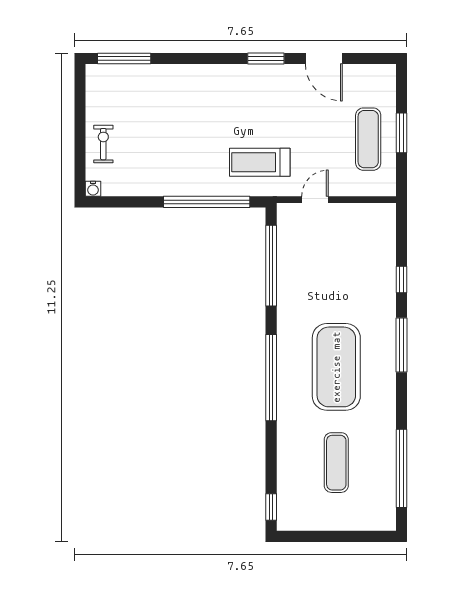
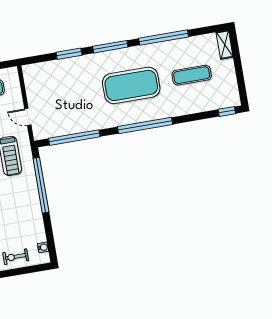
water cooler: (93, 189) -> (43, 247), moved
window: (401, 280) -> (69, 54), width x1.50
window: (401, 468) -> (164, 38), moved
shelving: (374, 521) -> (225, 45), added

